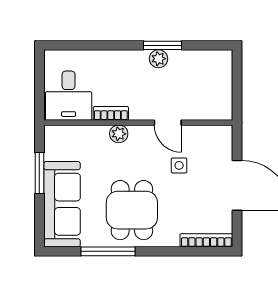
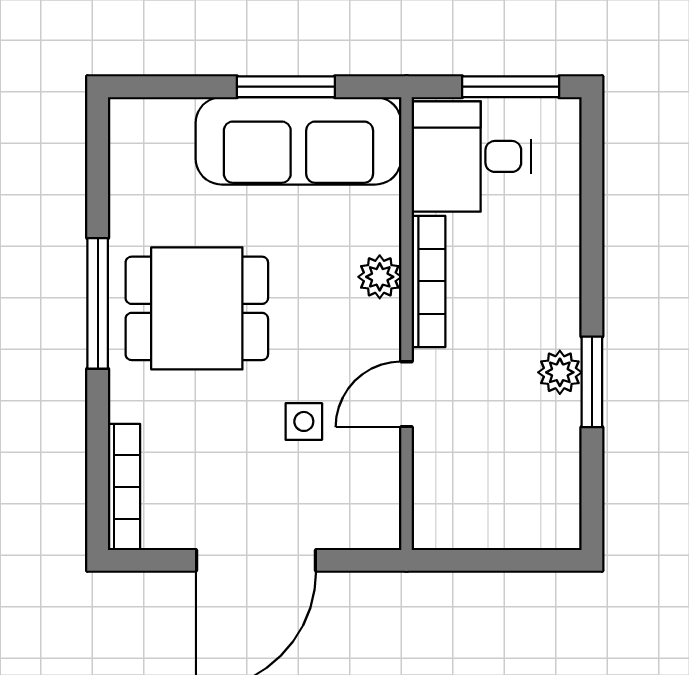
window: (39, 79) -> (511, 87), added
bookcase: (111, 113) -> (428, 281), width x1.56
sofa: (62, 204) -> (298, 141), moved
window: (108, 251) -> (98, 303), moved

